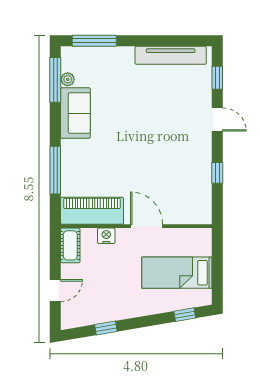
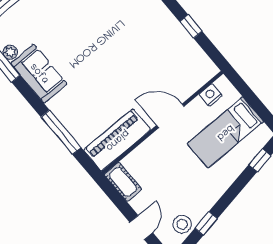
nightstand: (106, 236) -> (211, 95), moved
stool: (88, 314) -> (182, 224), added

